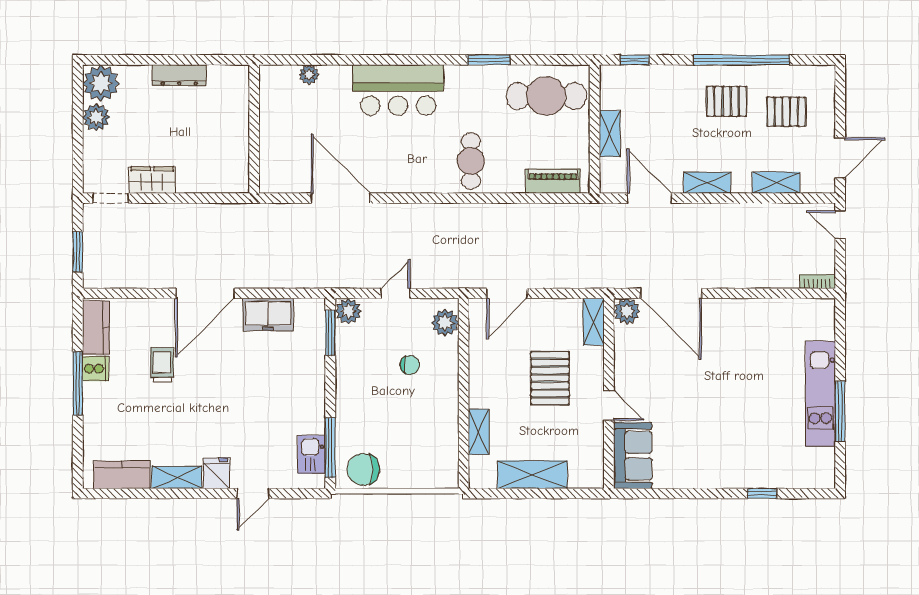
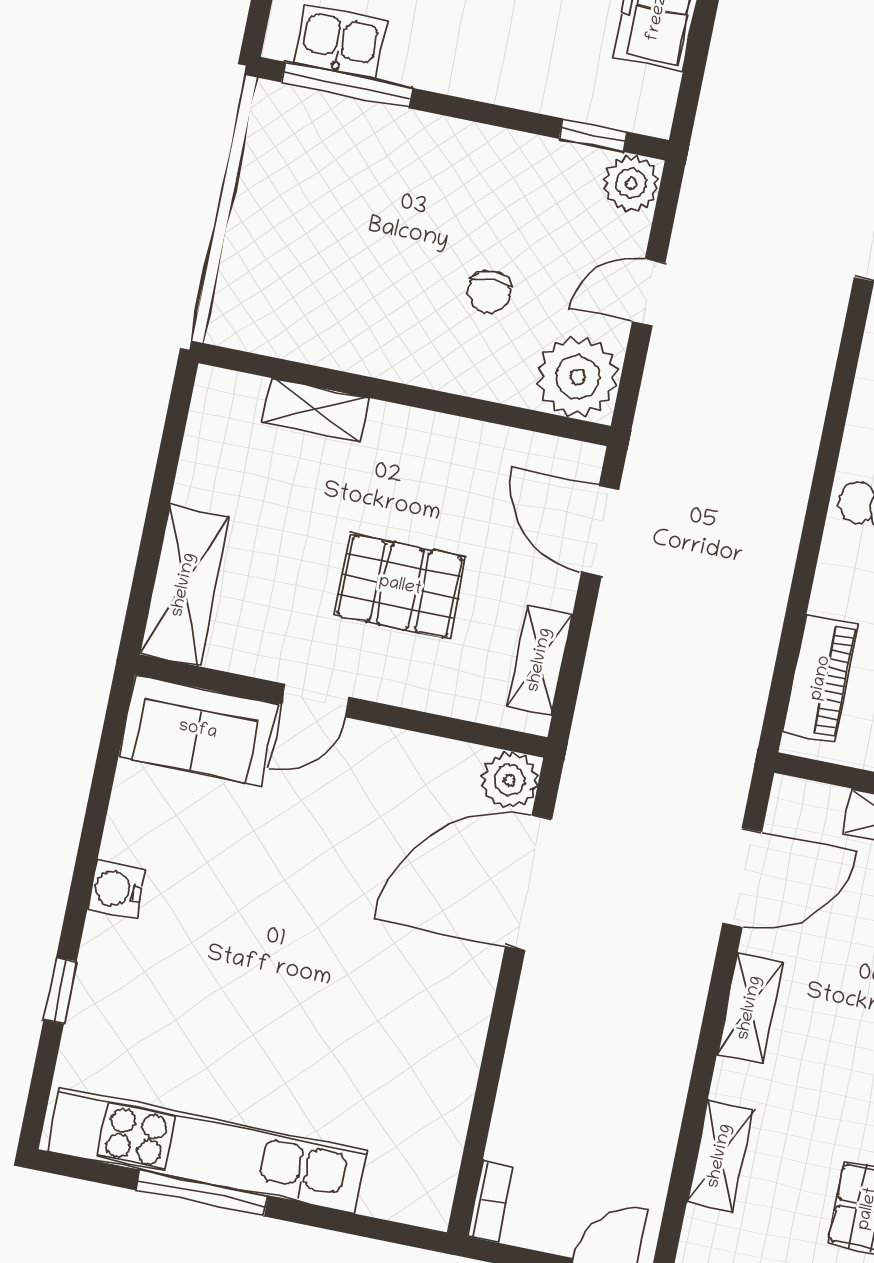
door: (395, 293) -> (649, 292), swing flipped
shelving: (594, 322) -> (540, 660), moved, turned 90
plant: (445, 323) -> (577, 377), width x1.36, depth x1.36
window: (330, 333) -> (593, 135), width x0.67
kitchen unit: (820, 394) -> (207, 1150), width x1.36
chair: (363, 469) -> (286, 146), removed
shelving: (532, 475) -> (184, 585), moved
water cooler: (712, 477) -> (117, 889), added

